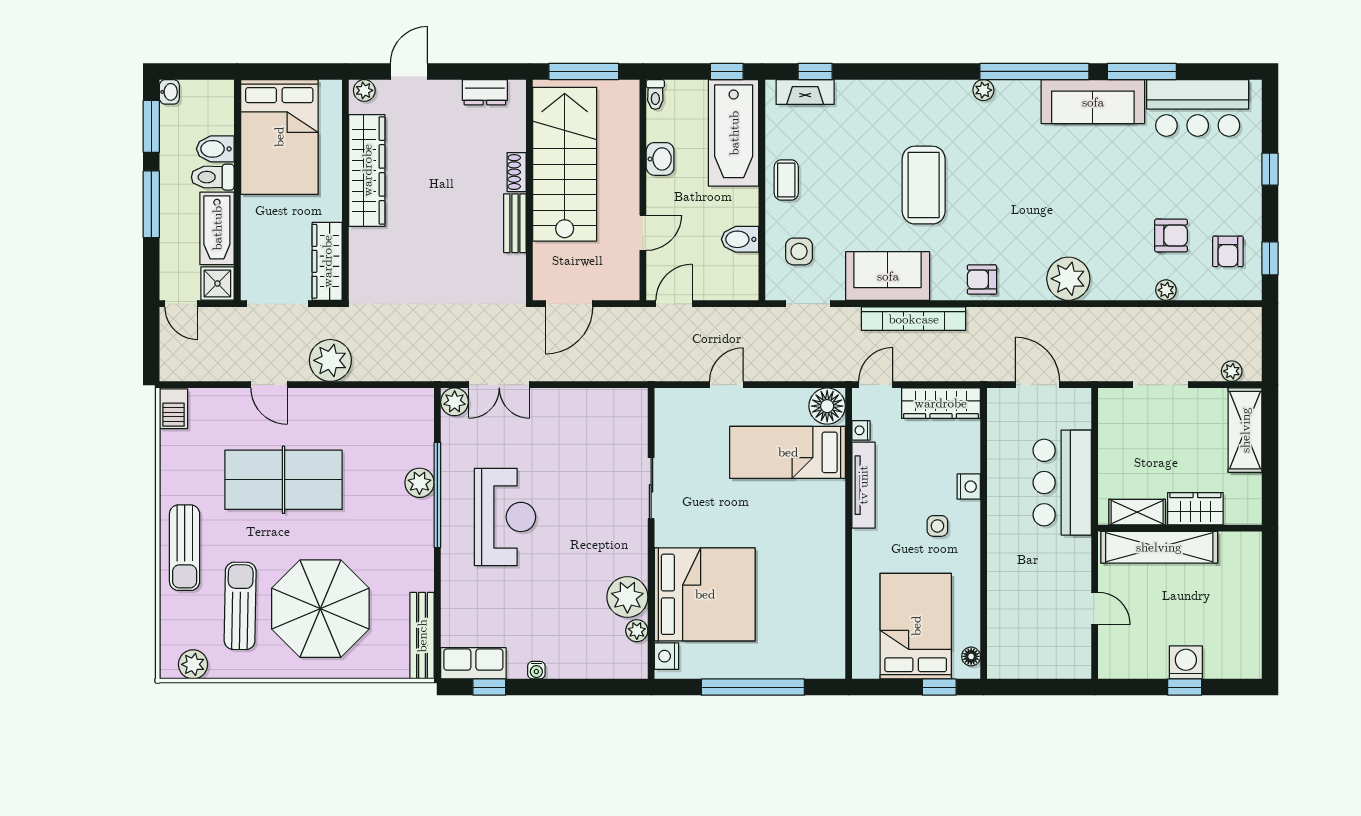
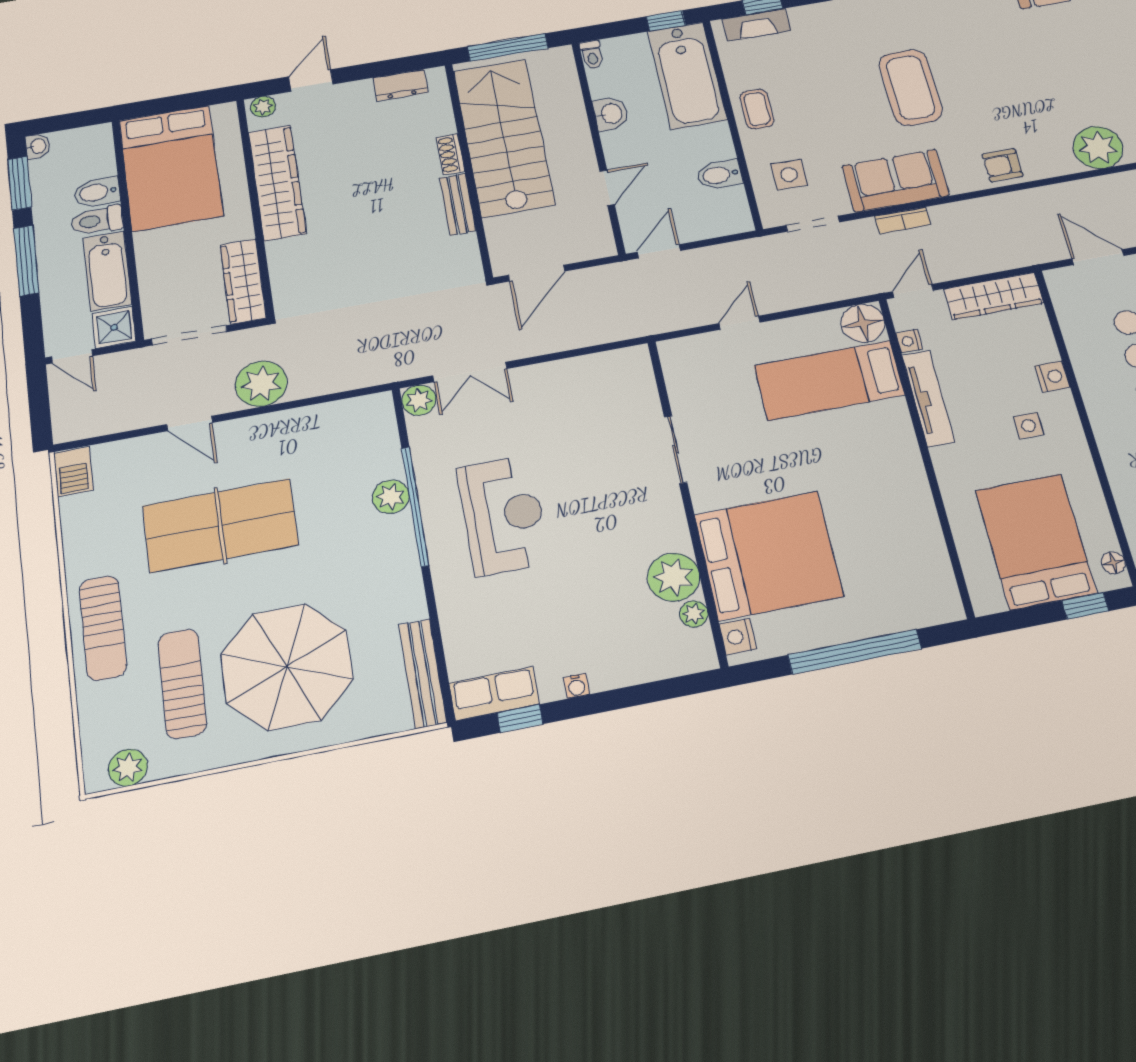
bookcase: (914, 319) -> (903, 220), width x0.43, depth x0.76

